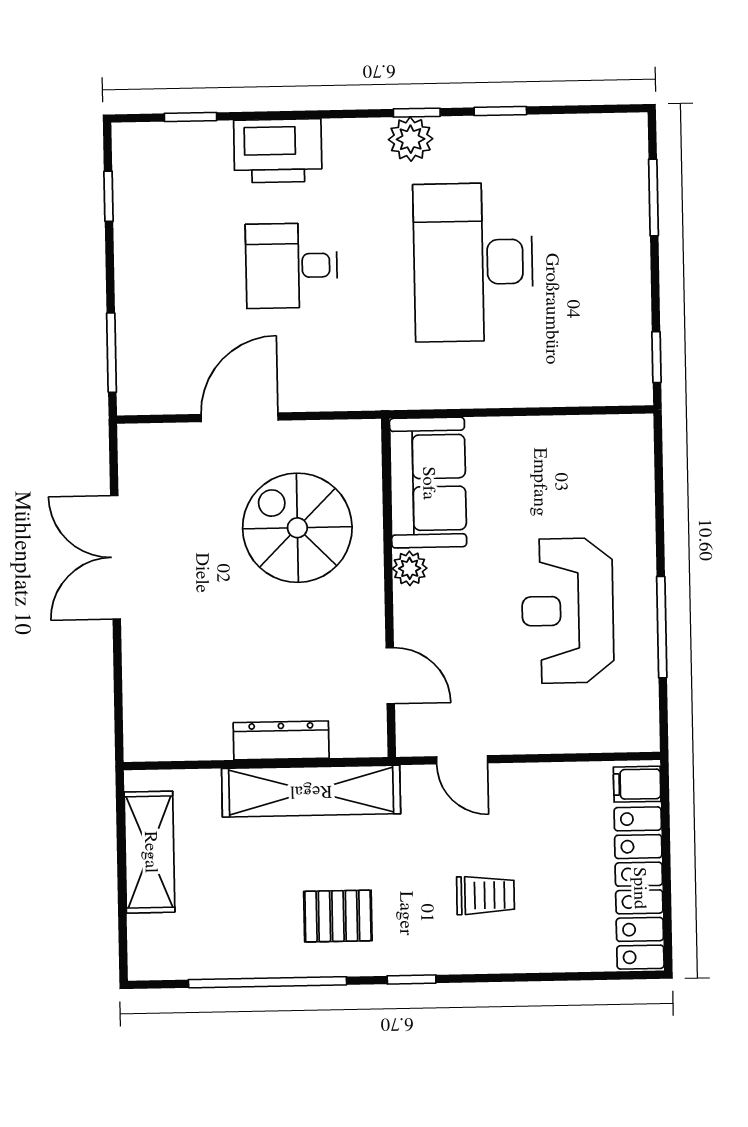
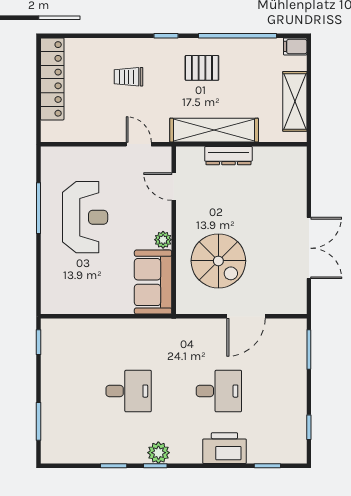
desk: (473, 262) -> (129, 391), width x0.53, depth x0.77
filing cabinet: (637, 784) -> (295, 46), moved, turned 180

